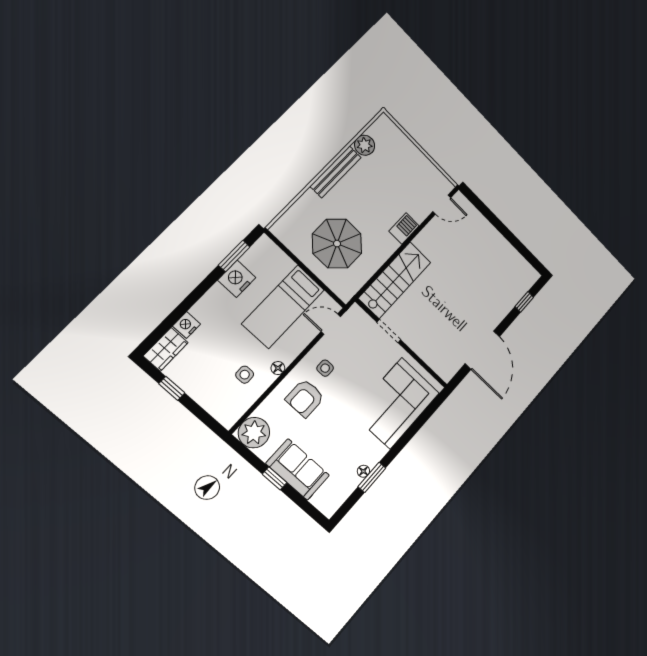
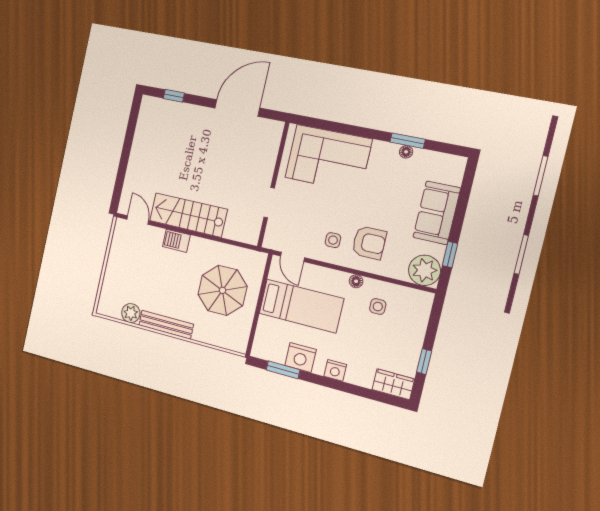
stairs: (395, 280) -> (188, 215), moved
nightstand: (186, 325) -> (335, 370), moved
window: (275, 478) -> (450, 255), moved

